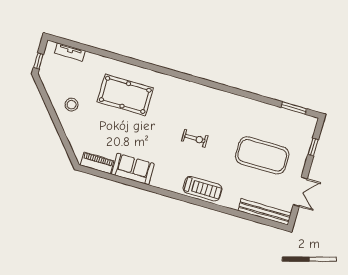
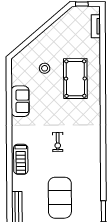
stool: (72, 105) -> (45, 68), moved
piano: (97, 163) -> (17, 72), removed

